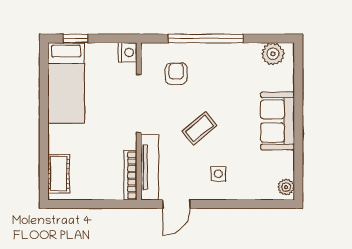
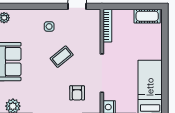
tv unit: (150, 167) -> (95, 31), removed
cot: (59, 174) -> (147, 16), moved, turned 90

